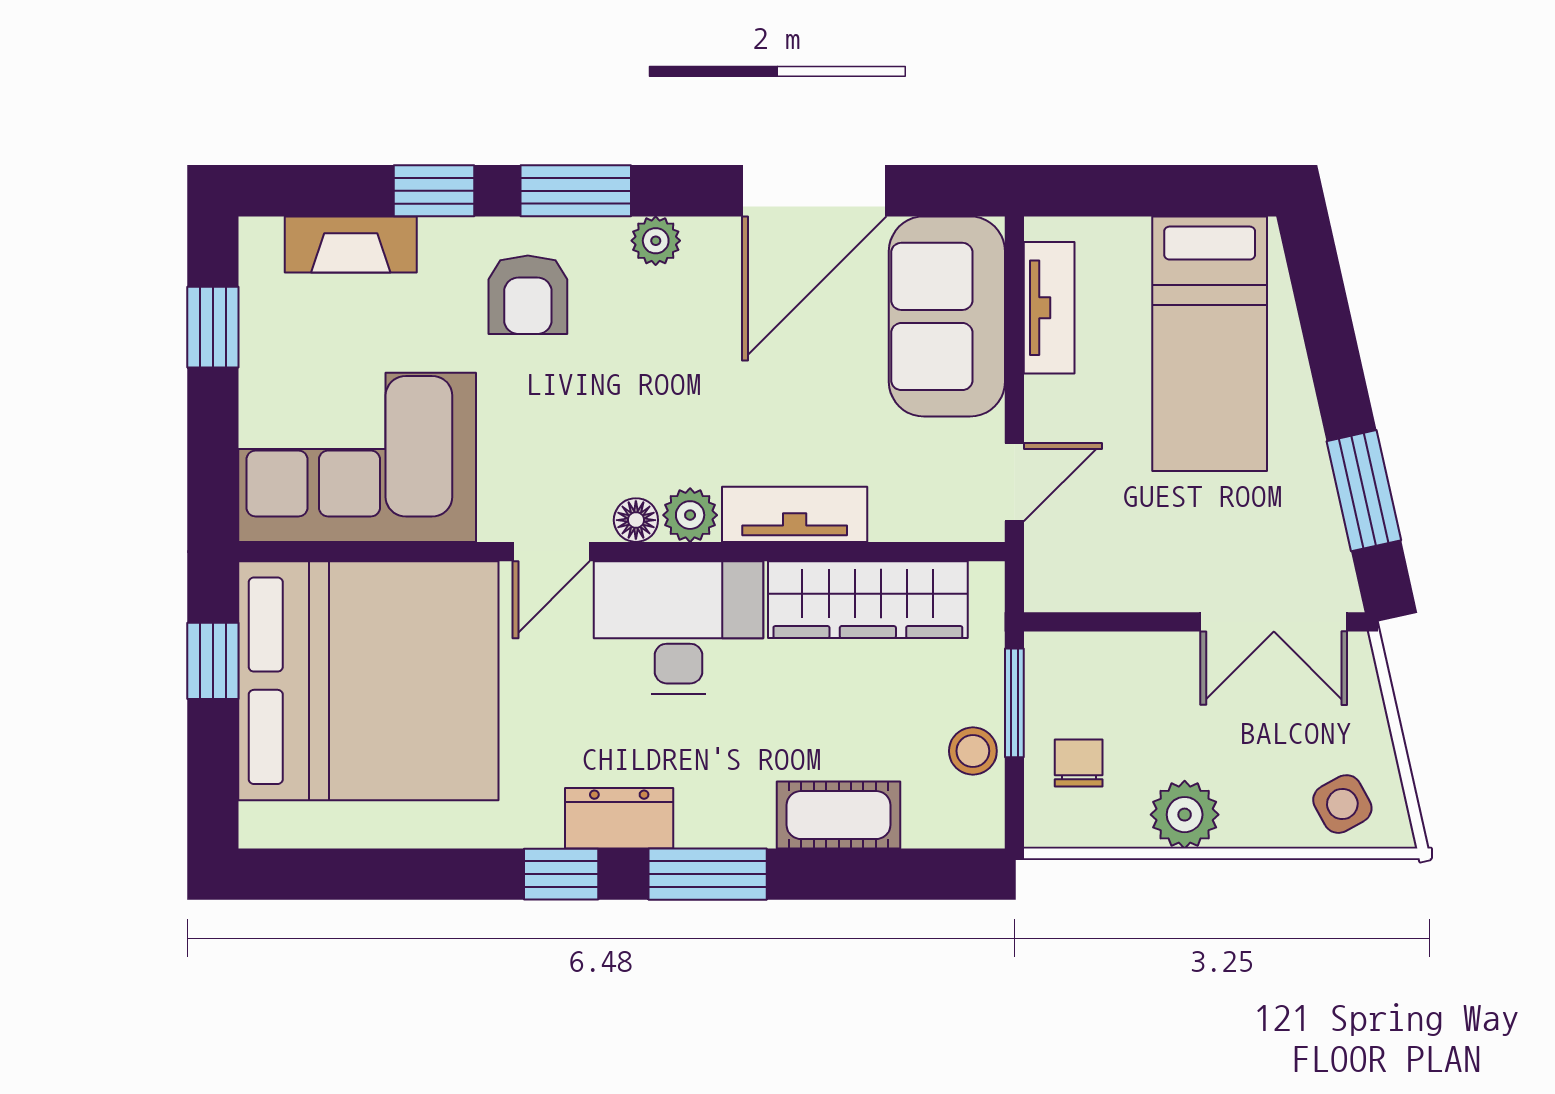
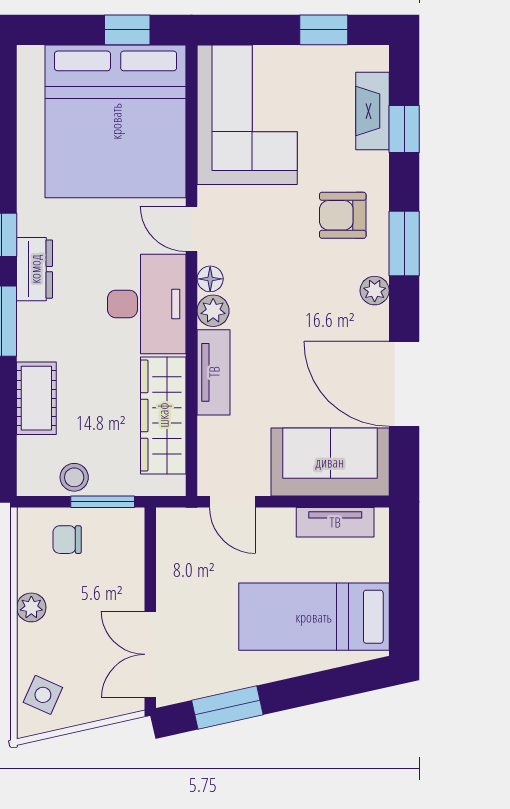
window: (434, 191) -> (404, 129), moved
chair: (1079, 763) -> (67, 540), turned 180
side table: (1342, 804) -> (43, 695), turned -37
plant: (1185, 815) -> (31, 607), width x0.73, depth x0.73

